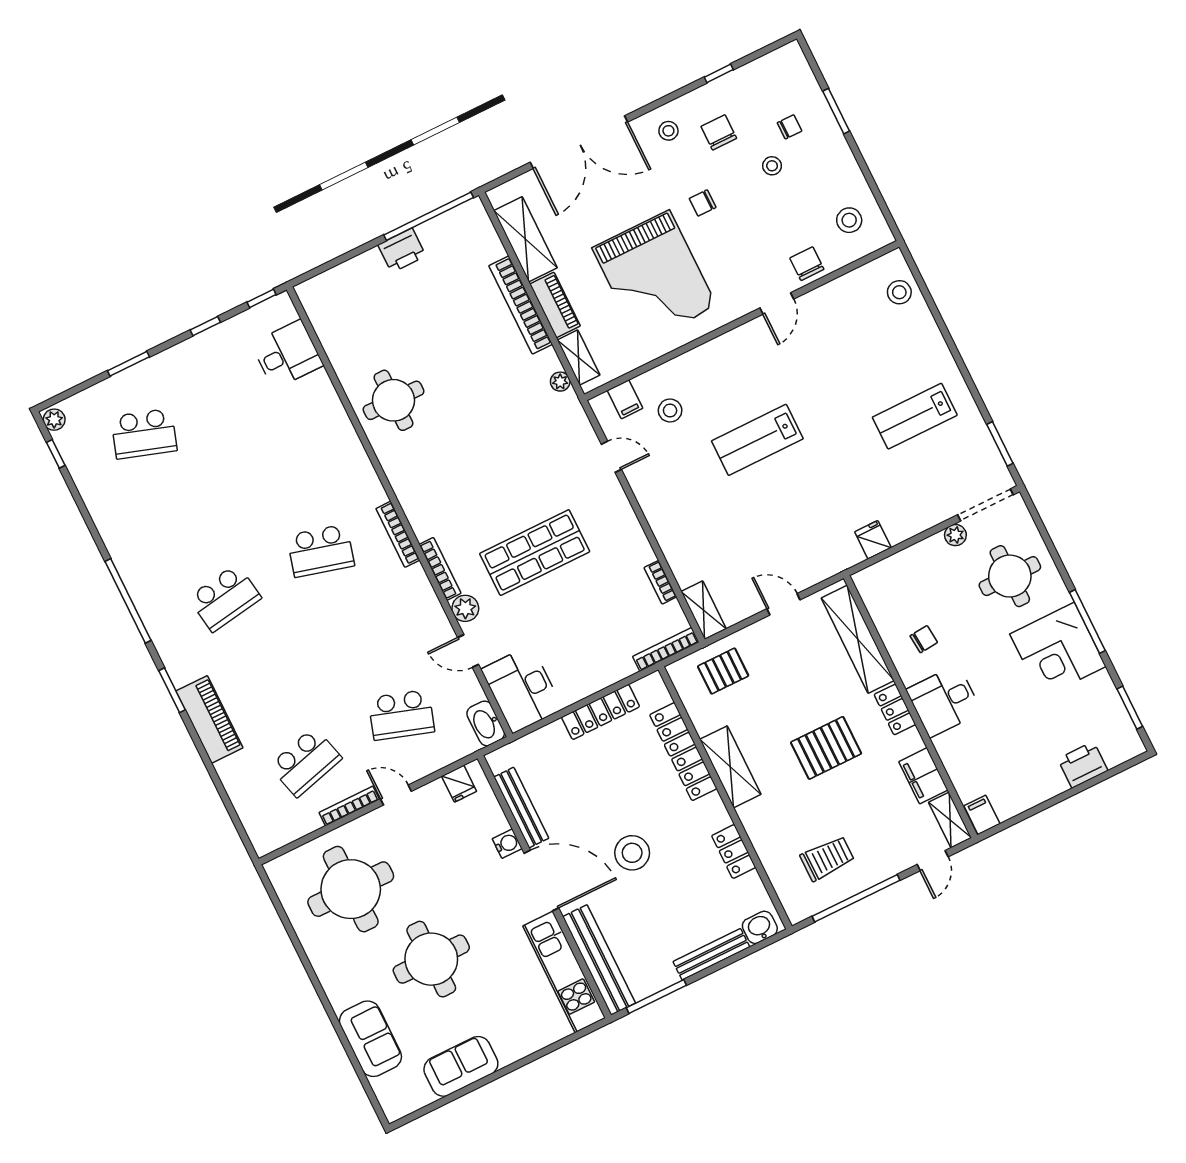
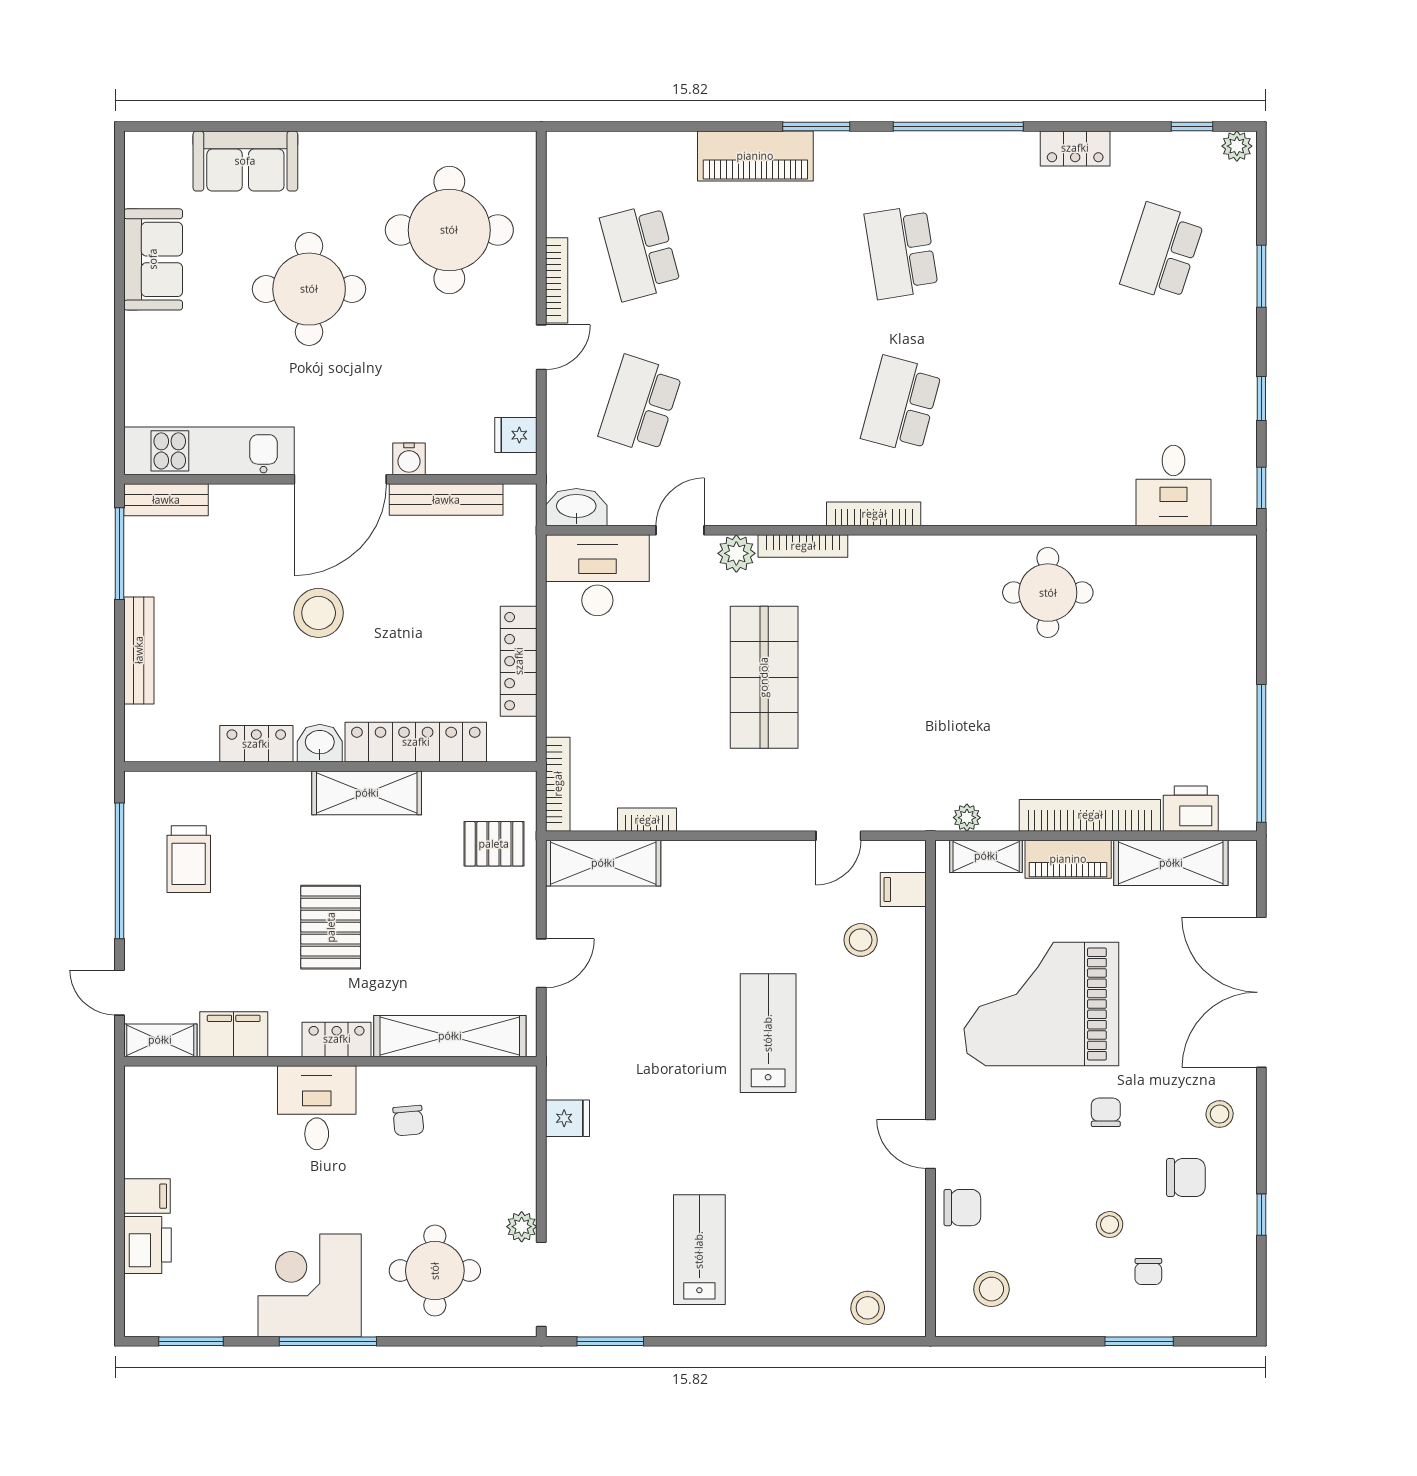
printer: (402, 250) -> (1191, 809), moved, turned 90
locker: (106, 521) -> (1075, 148), added
shelving: (704, 610) -> (603, 863), width x1.50, depth x1.33
pallet: (723, 671) -> (494, 844), turned 90
filing cabinet: (982, 815) -> (147, 1196), moved
washbasin: (760, 927) -> (320, 743), moved, turned -90
bench: (599, 960) -> (166, 500), width x0.54, depth x0.82

